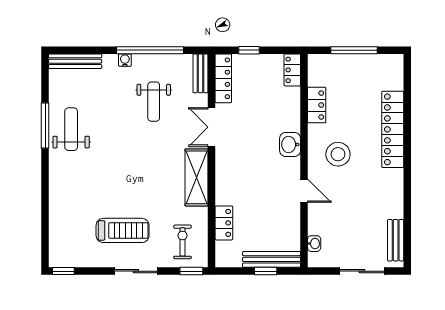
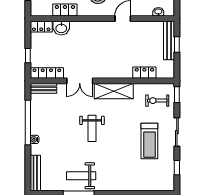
weight bench: (154, 102) -> (92, 128), moved, turned 90
washbasin: (290, 144) -> (61, 28), moved
treadmill: (123, 230) -> (149, 141), turned 180
window: (63, 271) -> (177, 168), moved

